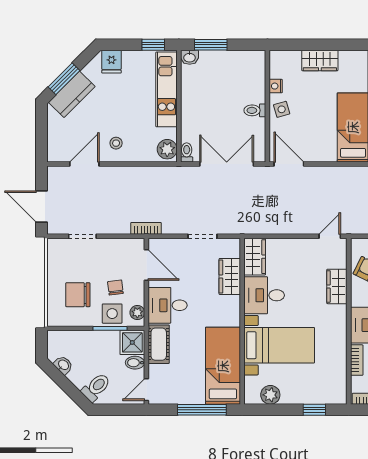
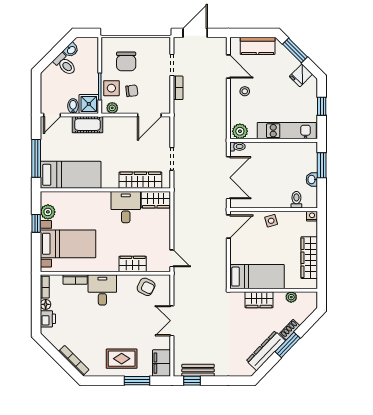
window: (153, 45) -> (322, 106), moved
washbasin: (190, 57) -> (312, 180), moved
wardrobe: (320, 61) -> (309, 258), width x1.50
fridge: (111, 62) -> (301, 75), moved, turned -45
nightstand: (276, 86) -> (312, 216), moved
kitchen counter: (72, 94) -> (258, 46), moved, turned -45
toilet: (255, 110) -> (296, 200), moved
bookcase: (146, 228) -> (178, 88), moved
wardrobe: (230, 276) -> (140, 180), width x1.50
chair: (78, 295) -> (126, 61), turned 180
desk: (168, 305) -> (118, 132), removed
bed with nightstands: (279, 345) -> (68, 244), moved, turned -90
toilet: (96, 387) -> (65, 64), moved
door: (146, 390) -> (52, 115), swing flipped
window: (314, 410) -> (36, 223), moved

